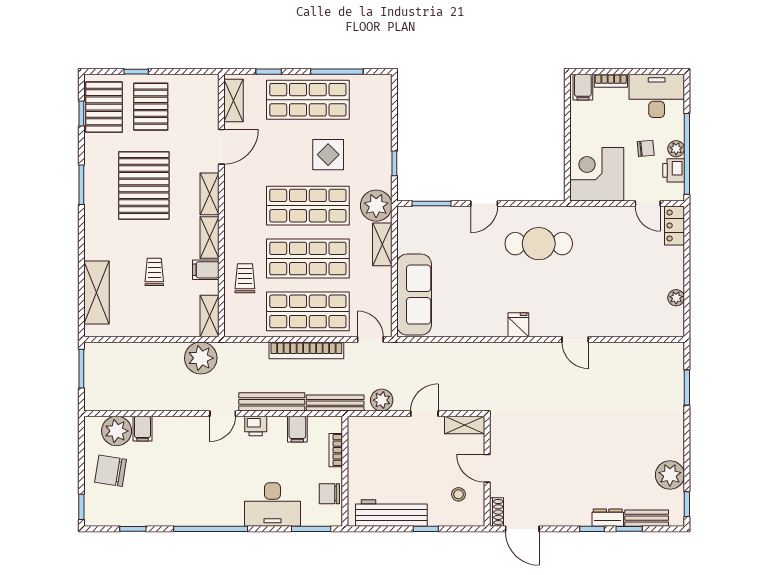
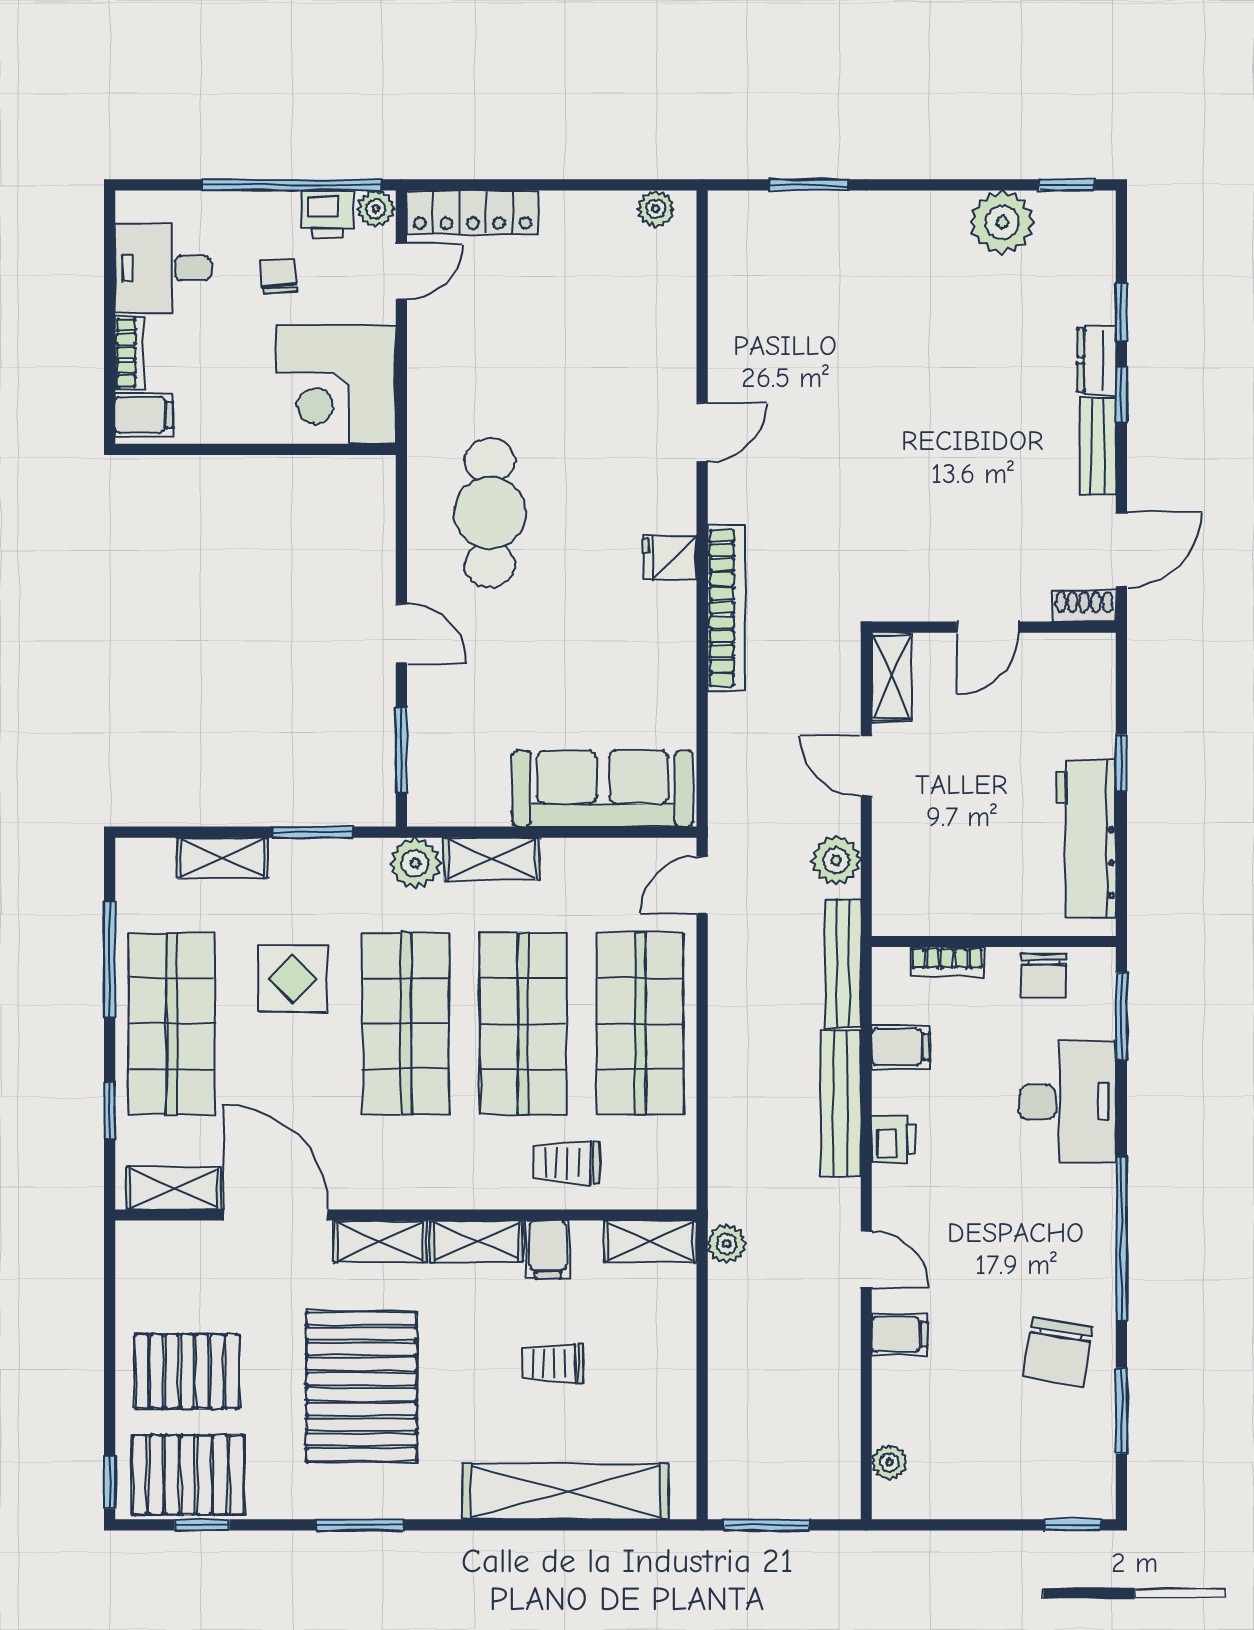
window: (136, 72) -> (110, 1482), moved
desk: (657, 96) -> (163, 268), width x0.73
shelving: (383, 123) -> (222, 858), added
door: (221, 147) -> (276, 1215), width x1.36
plant: (676, 149) -> (376, 209), moved
window: (394, 163) -> (312, 832), width x1.50
pallet: (144, 186) -> (361, 1387), turned 90
plant: (376, 206) -> (415, 863), width x0.73, depth x0.73
locker: (674, 225) -> (473, 212), width x1.53
shelving: (96, 292) -> (565, 1491), width x1.47
plant: (676, 298) -> (656, 209), moved
bookcase: (306, 350) -> (726, 608), moved
plant: (201, 358) -> (727, 1244), width x0.53, depth x0.53
door: (223, 414) -> (866, 1259), moved
filing cabinet: (143, 429) -> (900, 1334), moved
plant: (117, 431) -> (889, 1462), width x0.53, depth x0.53
chair: (111, 471) -> (1058, 1352), moved
stool: (458, 494) -> (1045, 690), removed
bench: (647, 518) -> (1098, 447), moved
window: (133, 529) -> (1121, 1411), width x1.50

